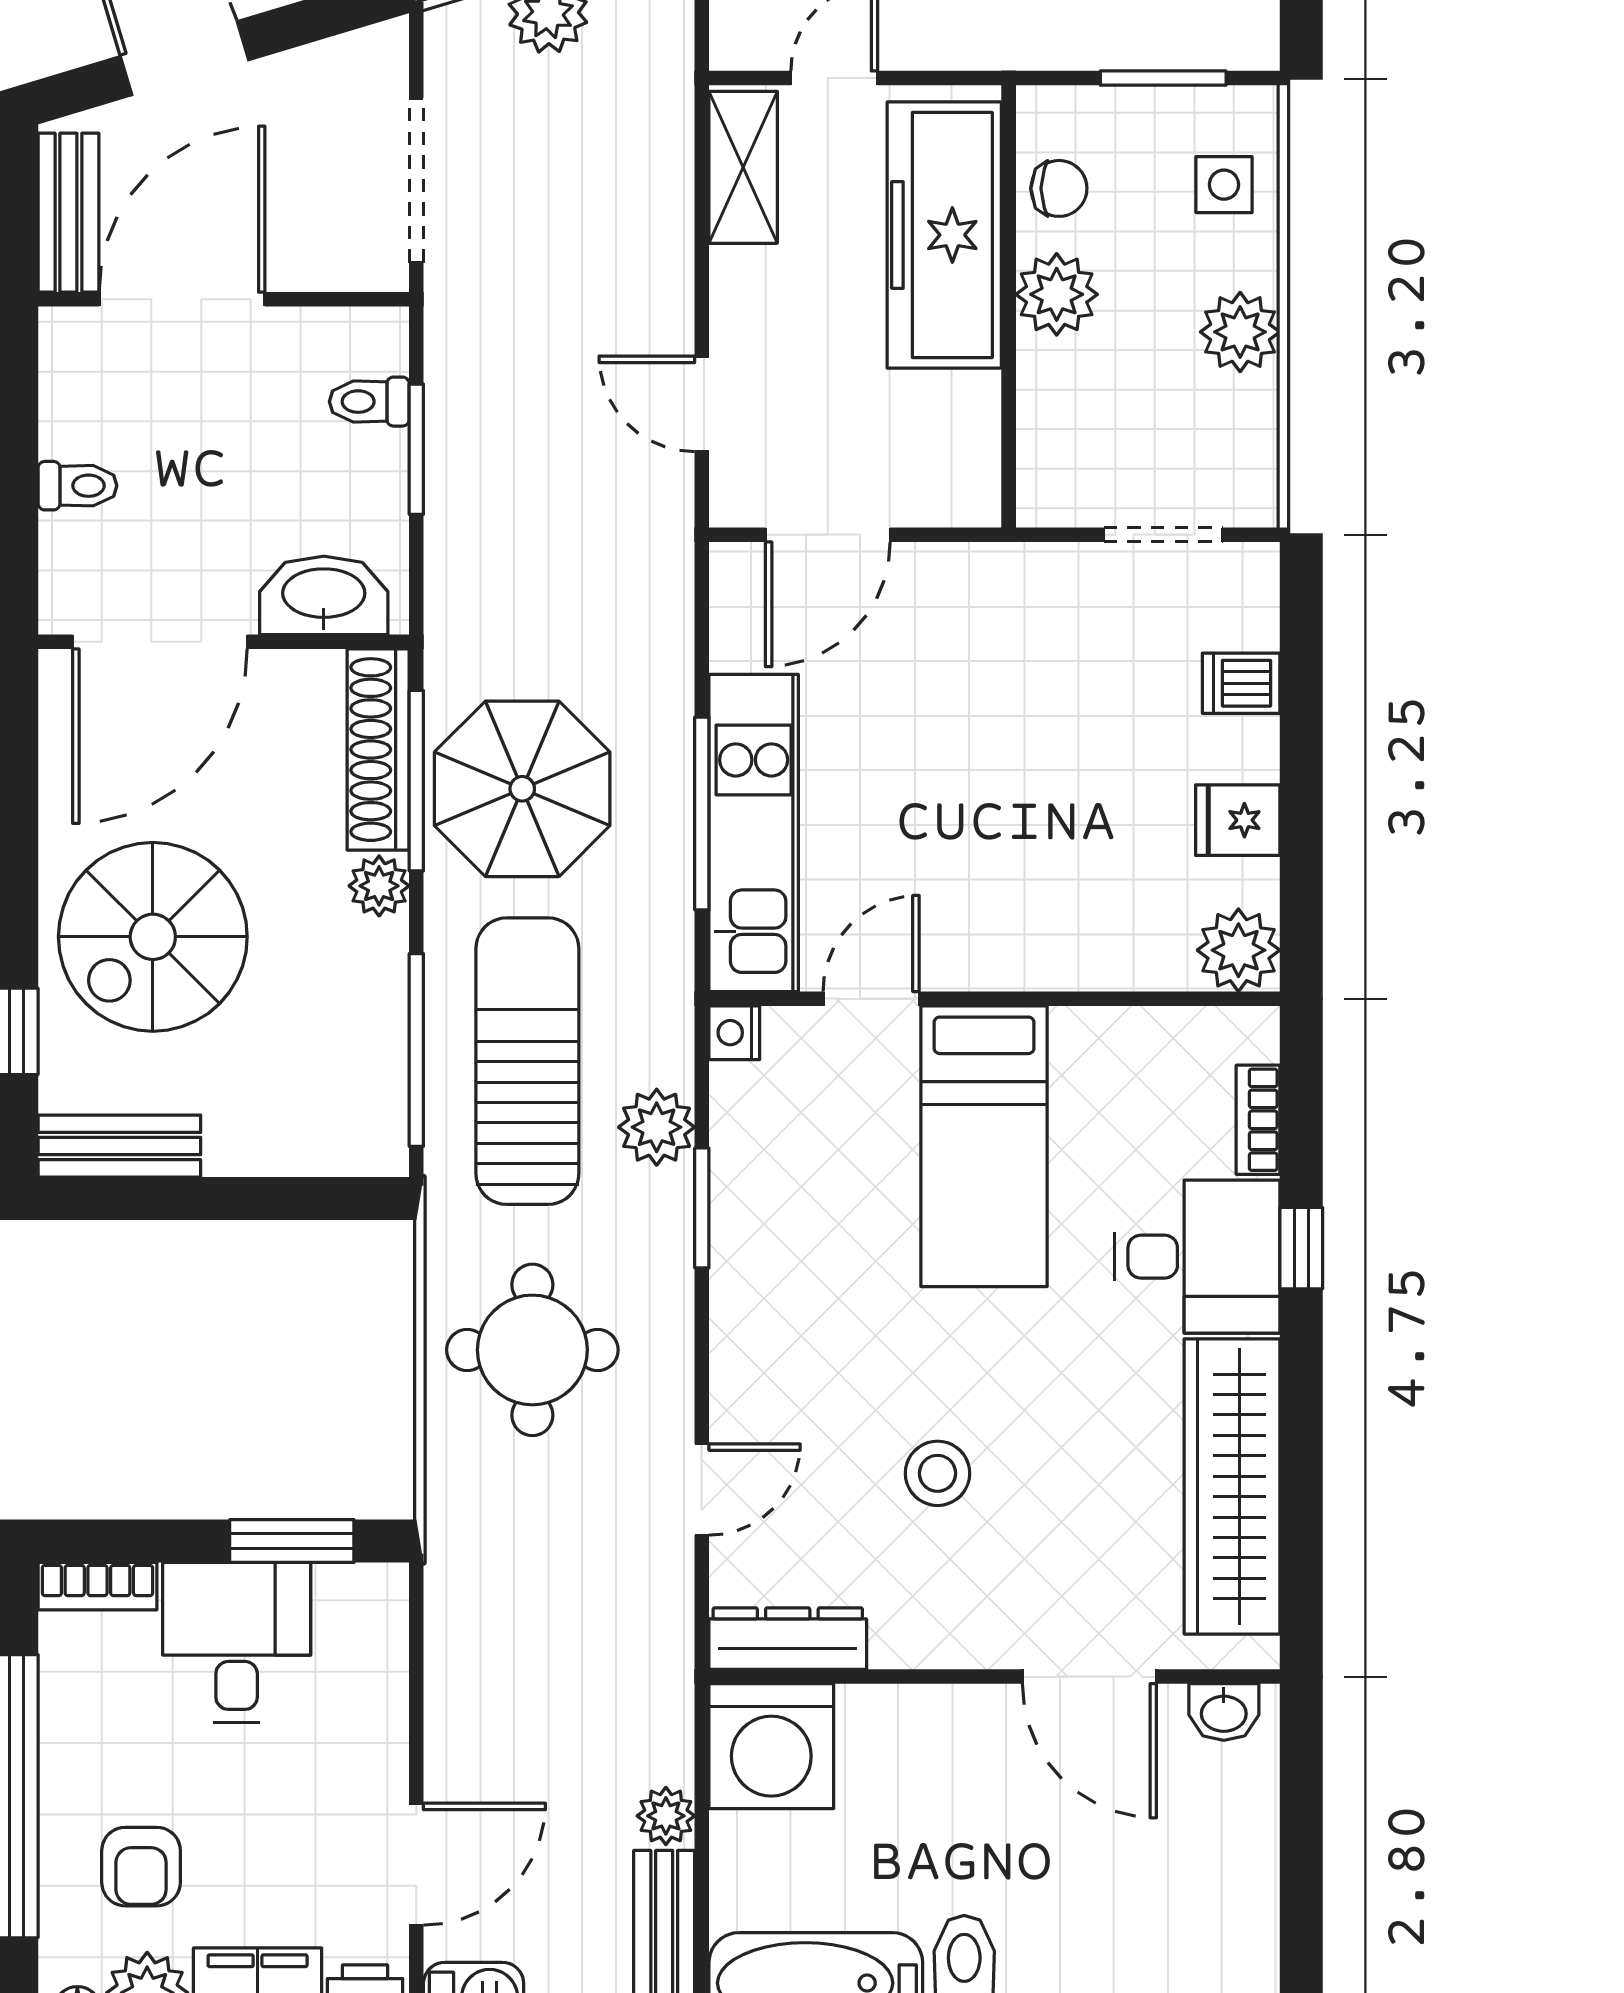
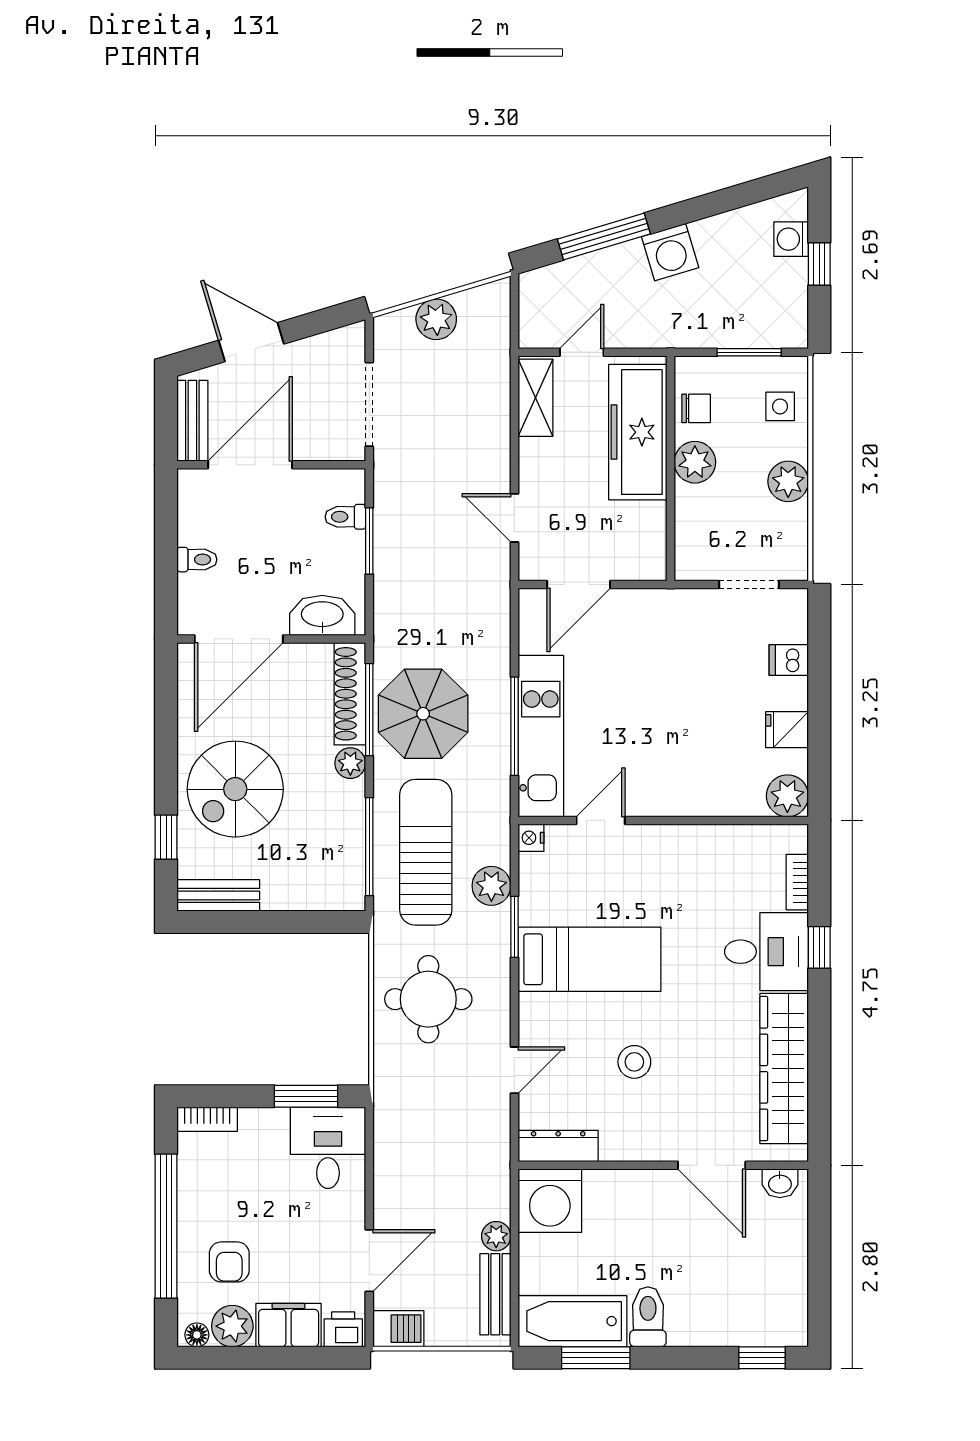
bed: (984, 1146) -> (589, 959), moved, turned -90
desk: (237, 1642) -> (328, 1148), moved

